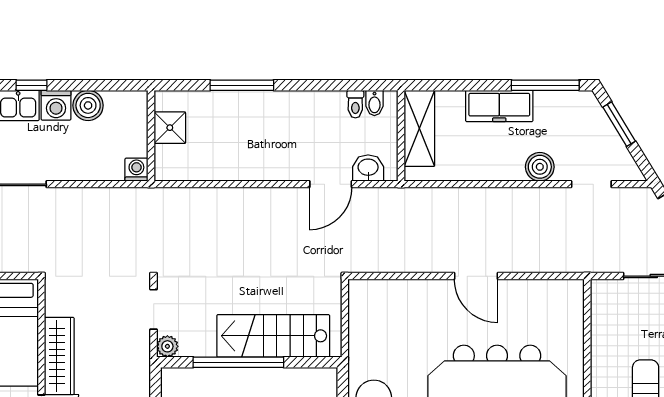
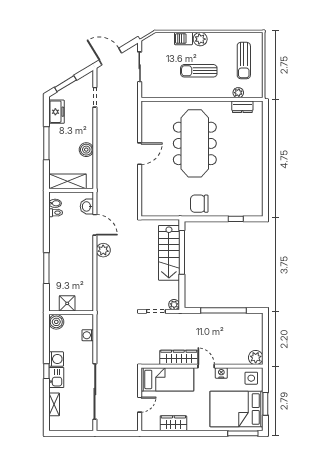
window: (545, 85) -> (46, 143), moved
boiler: (88, 105) -> (56, 322), moved
freezer: (499, 106) -> (57, 112), moved, width x0.71
boiler: (540, 167) -> (86, 150), moved
washing machine: (136, 170) -> (88, 335), moved
plant: (279, 201) -> (103, 250), added
window: (238, 362) -> (182, 252), moved

